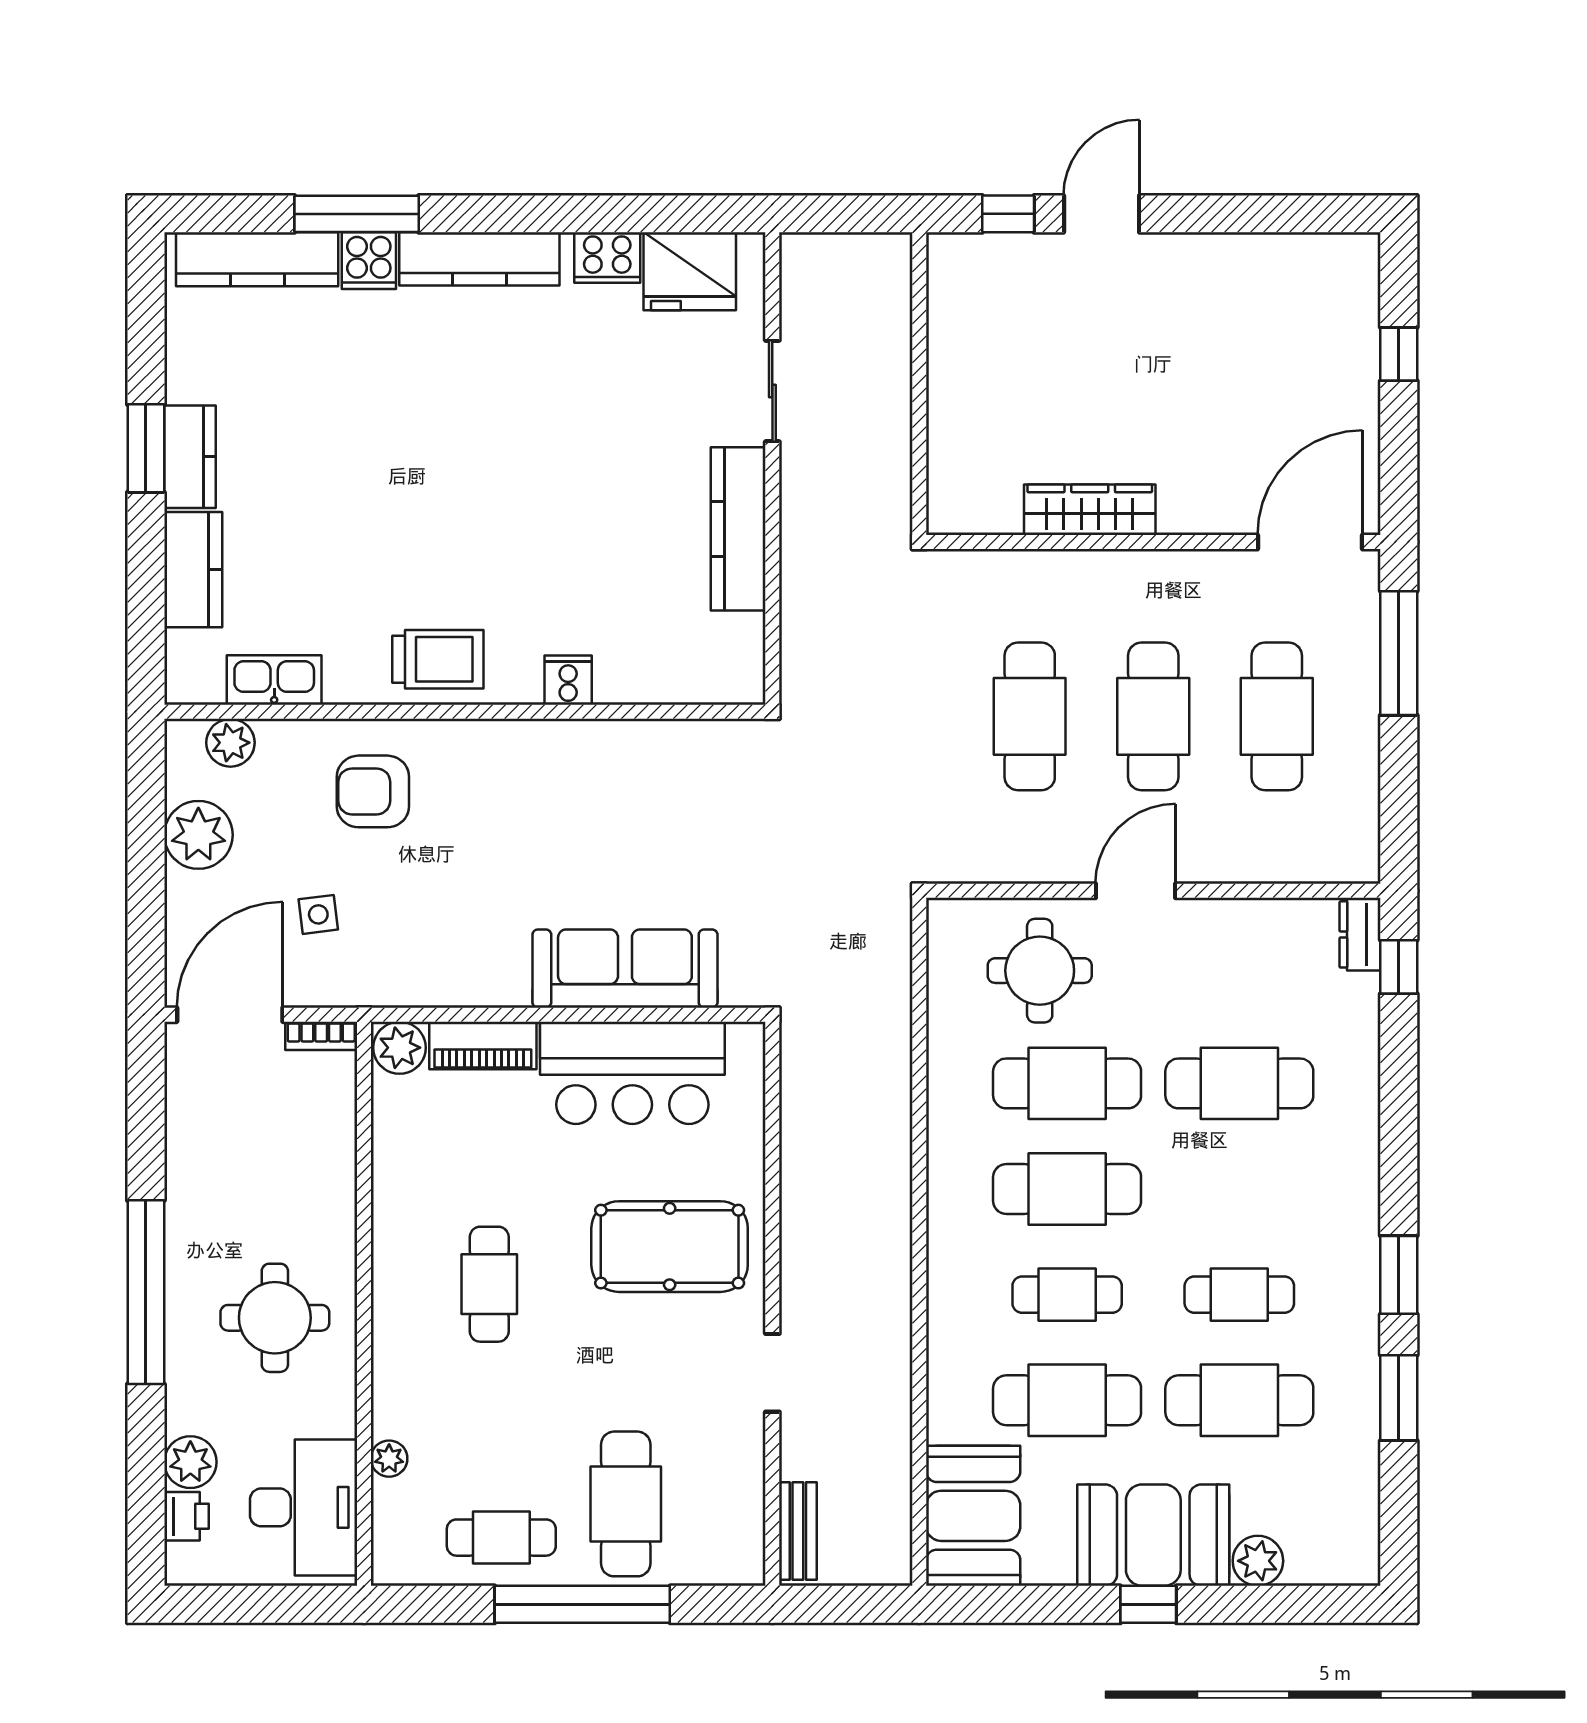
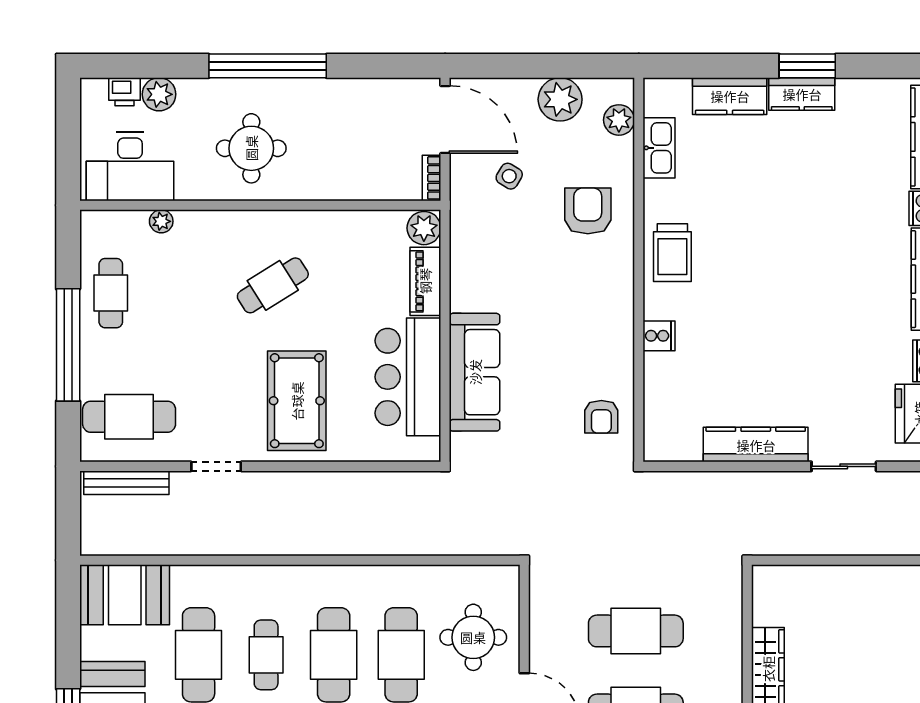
armchair: (695, 770) -> (601, 417), added
side table: (318, 914) -> (509, 176), turned 38
cafe table: (489, 1284) -> (273, 285), turned -32
cafe table: (626, 1504) -> (129, 417), moved
bench: (798, 1531) -> (126, 483), width x1.36

